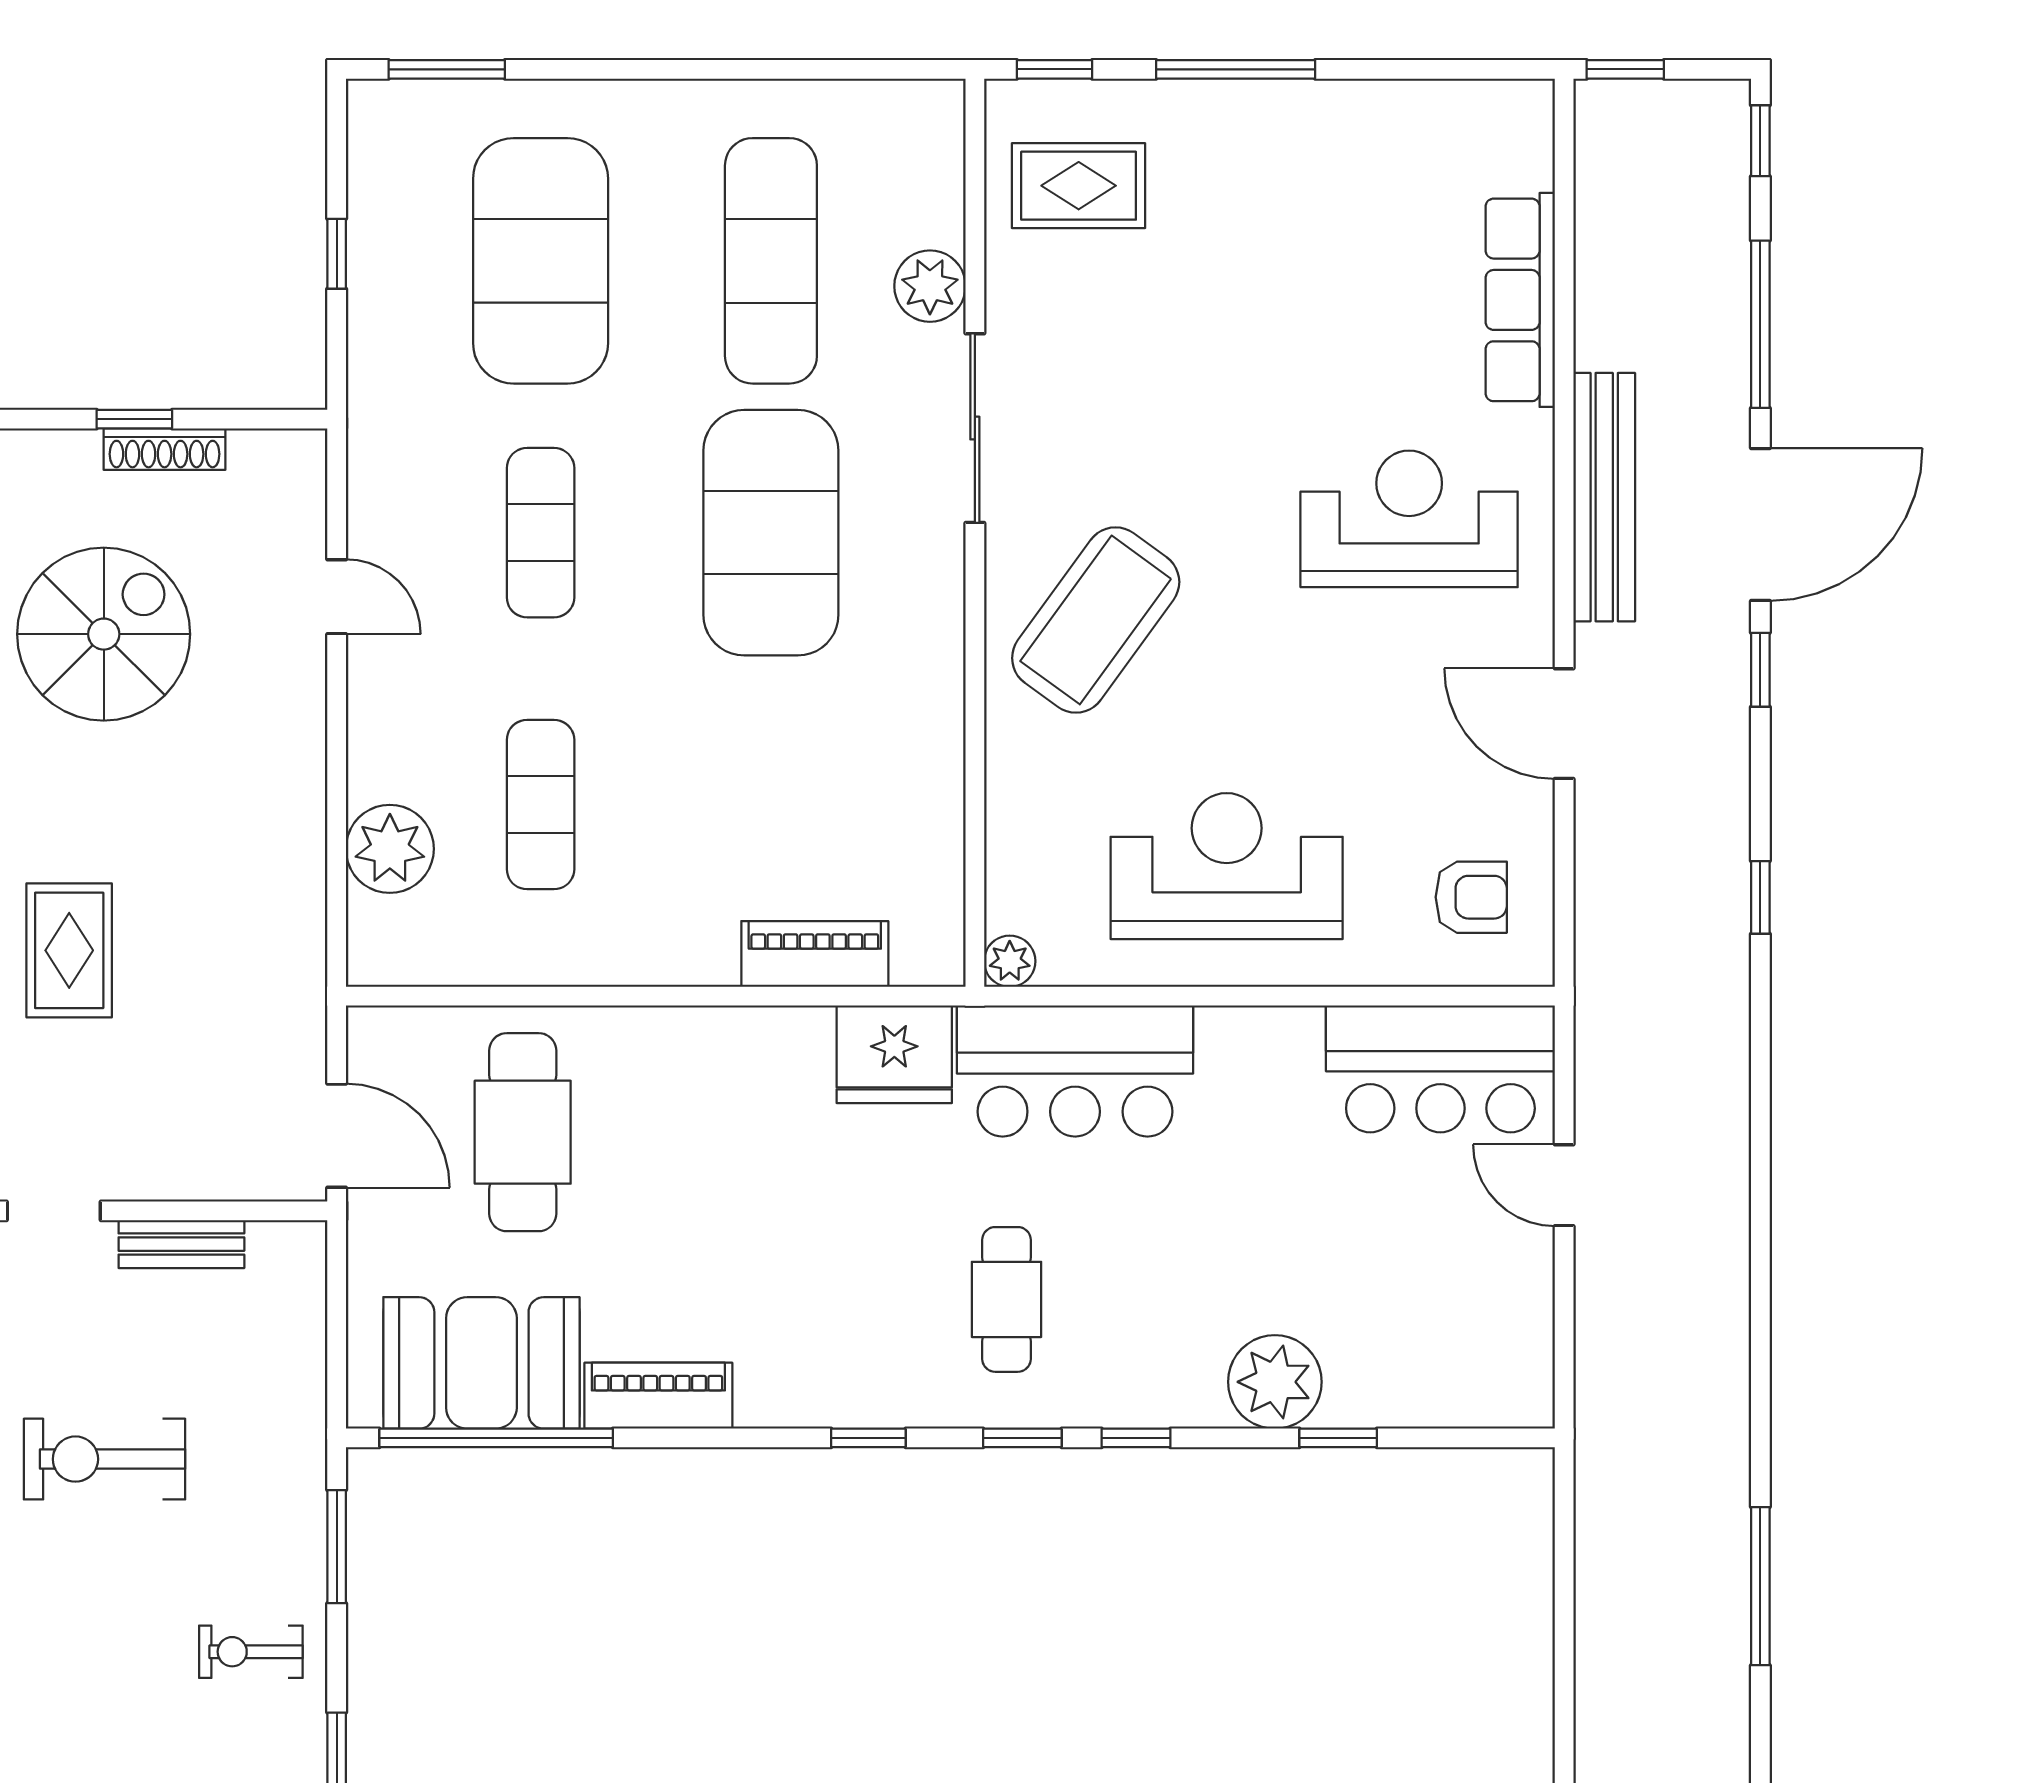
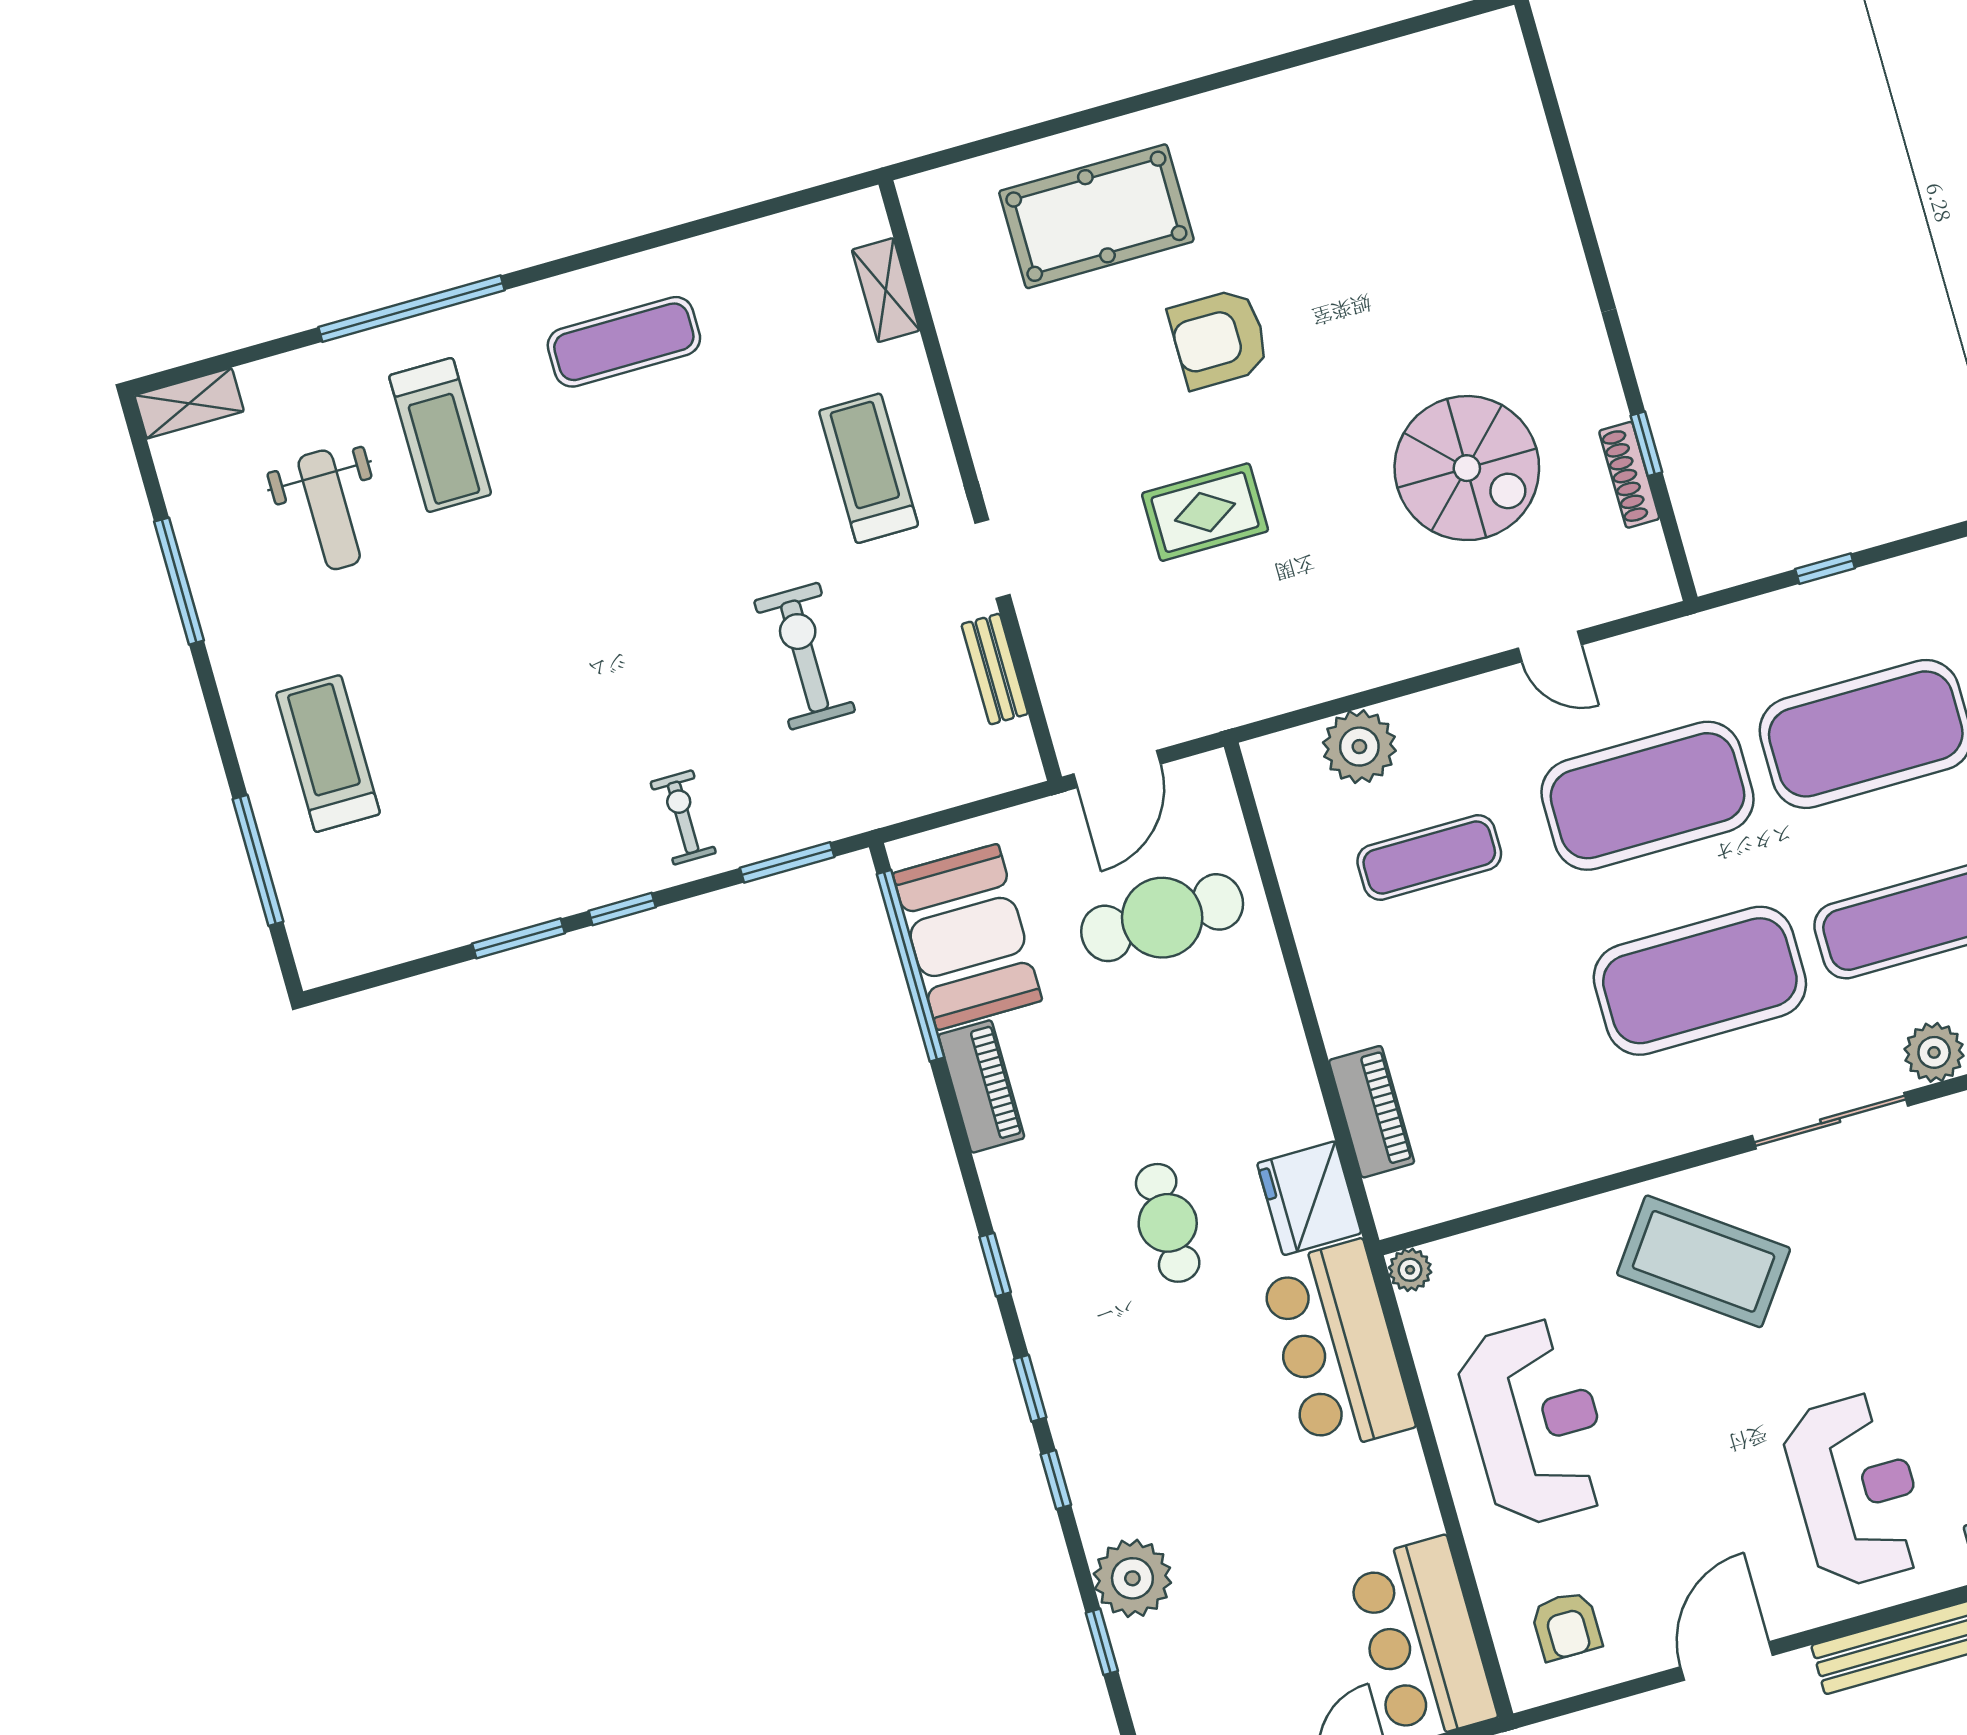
exercise mat: (541, 533) -> (1648, 796), width x2.00, depth x1.45
door: (337, 597) -> (1550, 647), hinge flipped
cafe table: (1006, 1299) -> (1168, 1223), moved, turned 90

